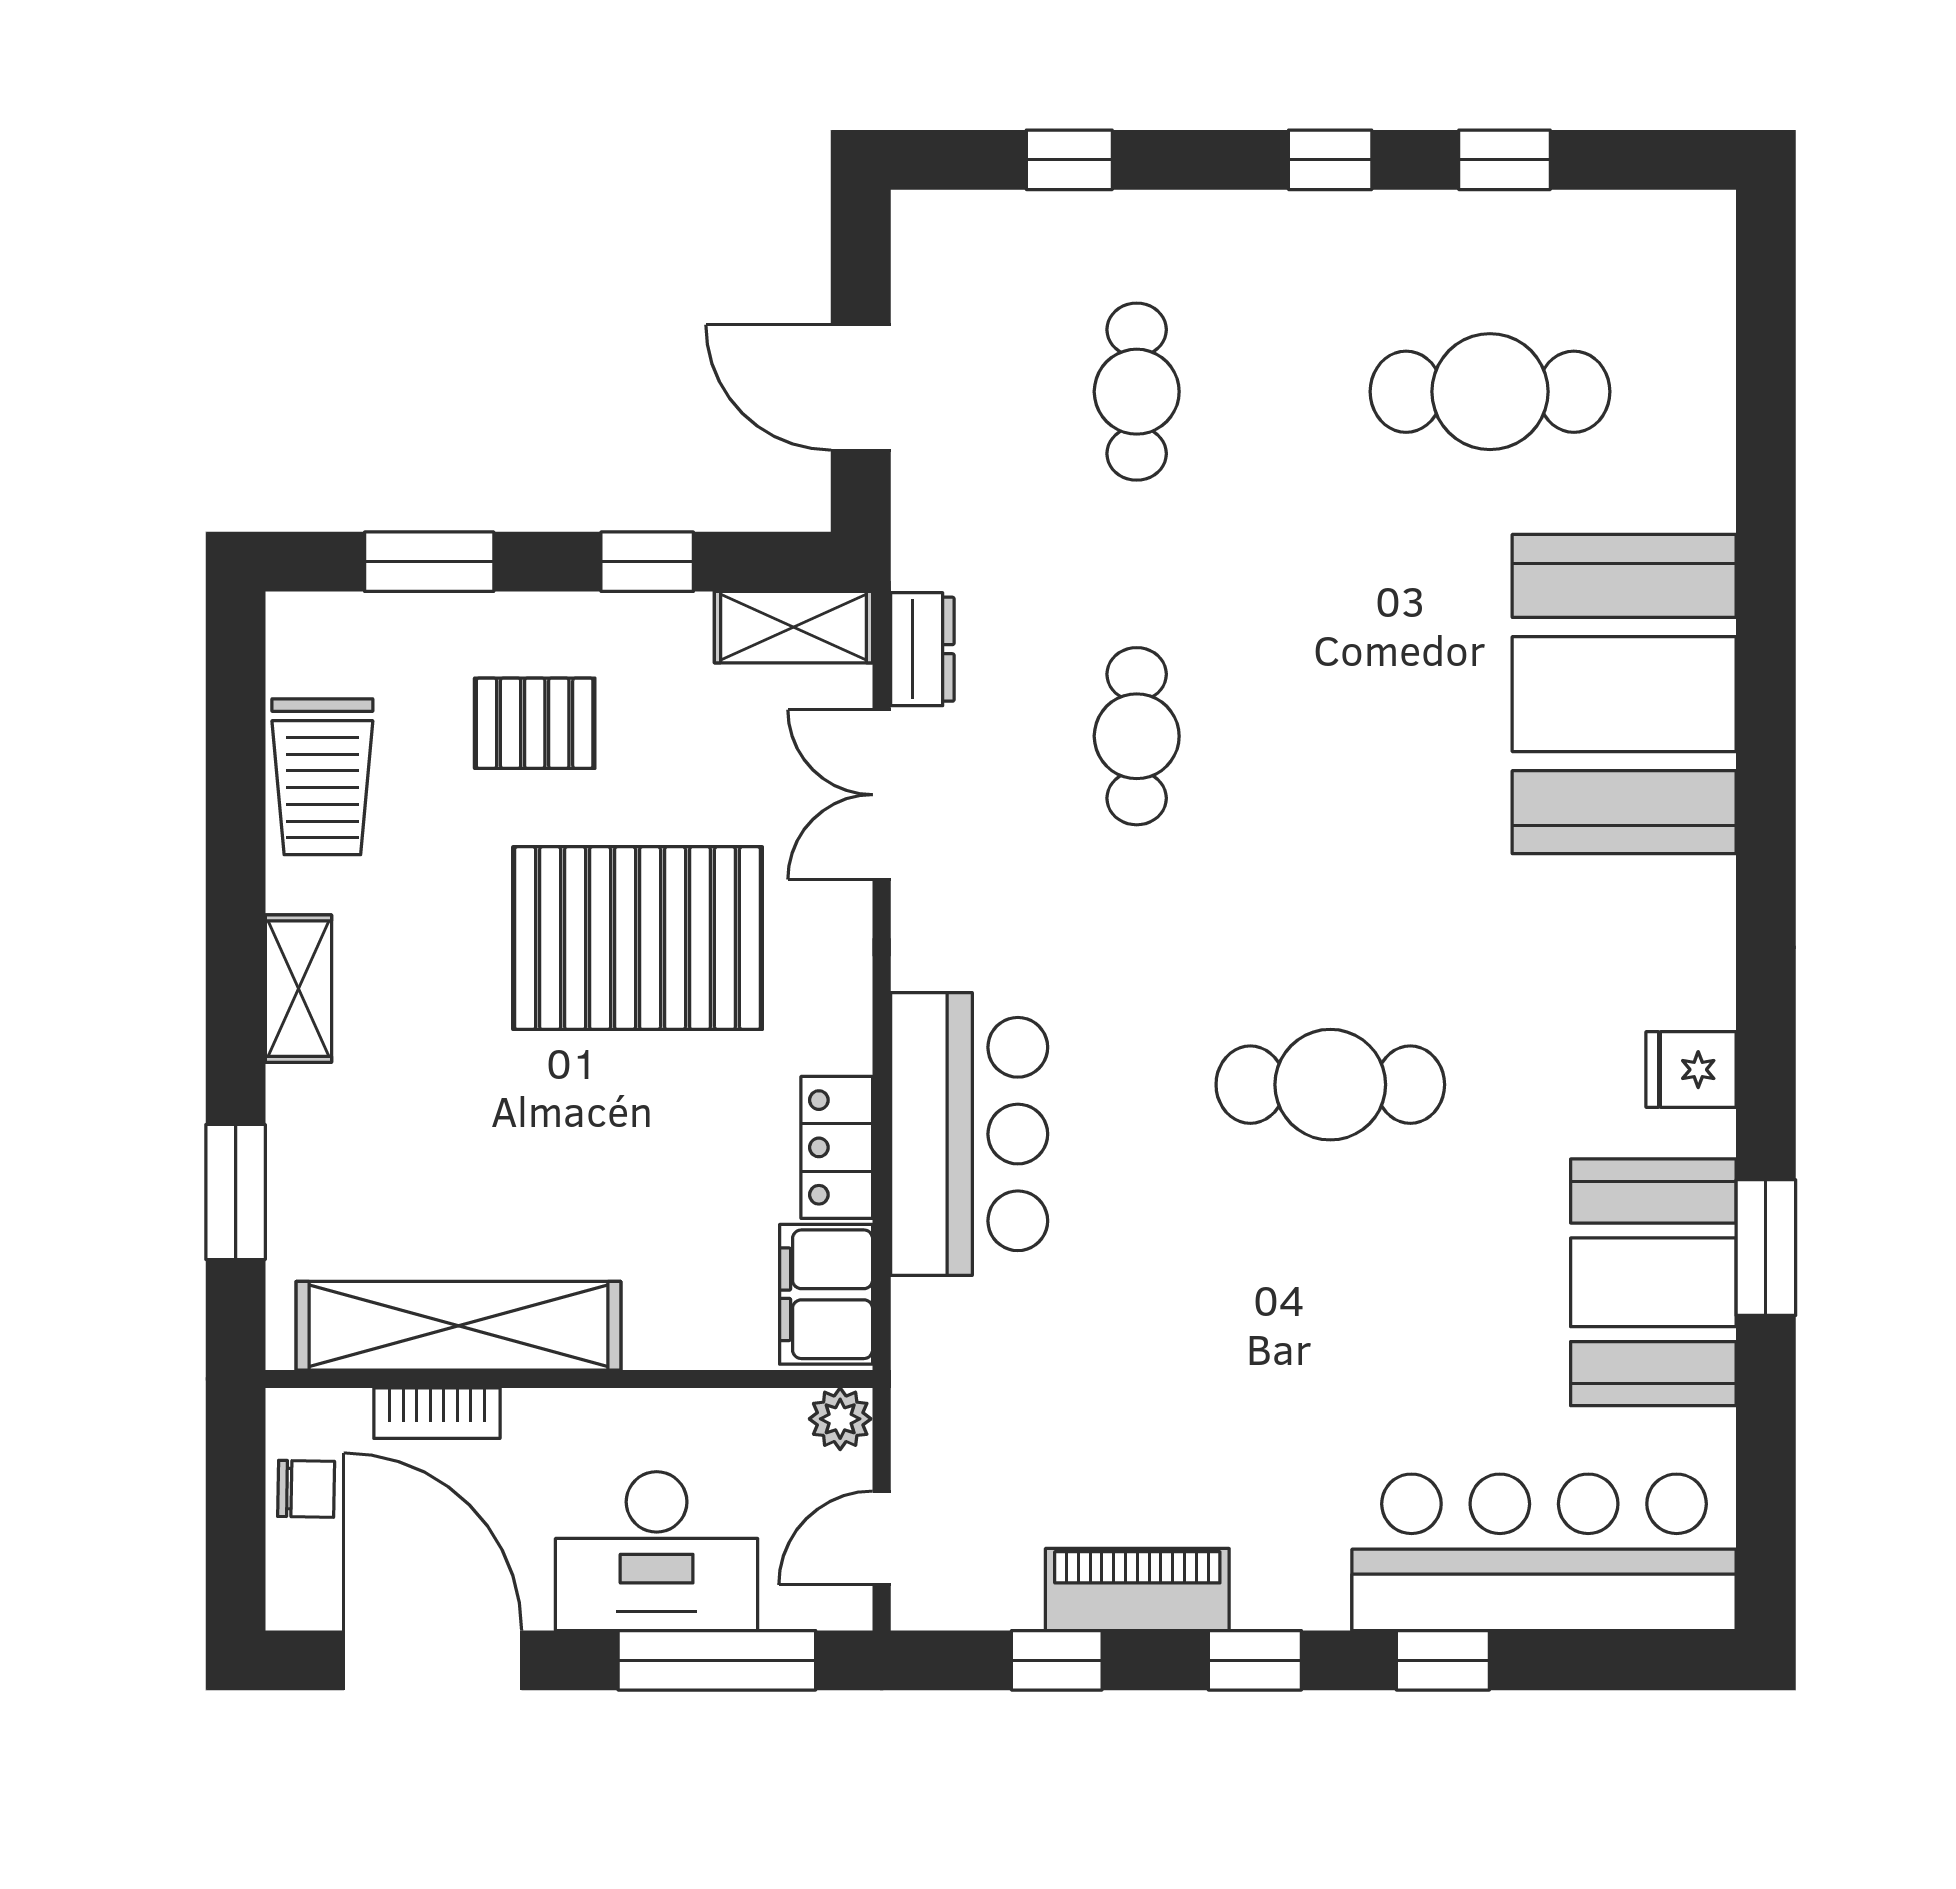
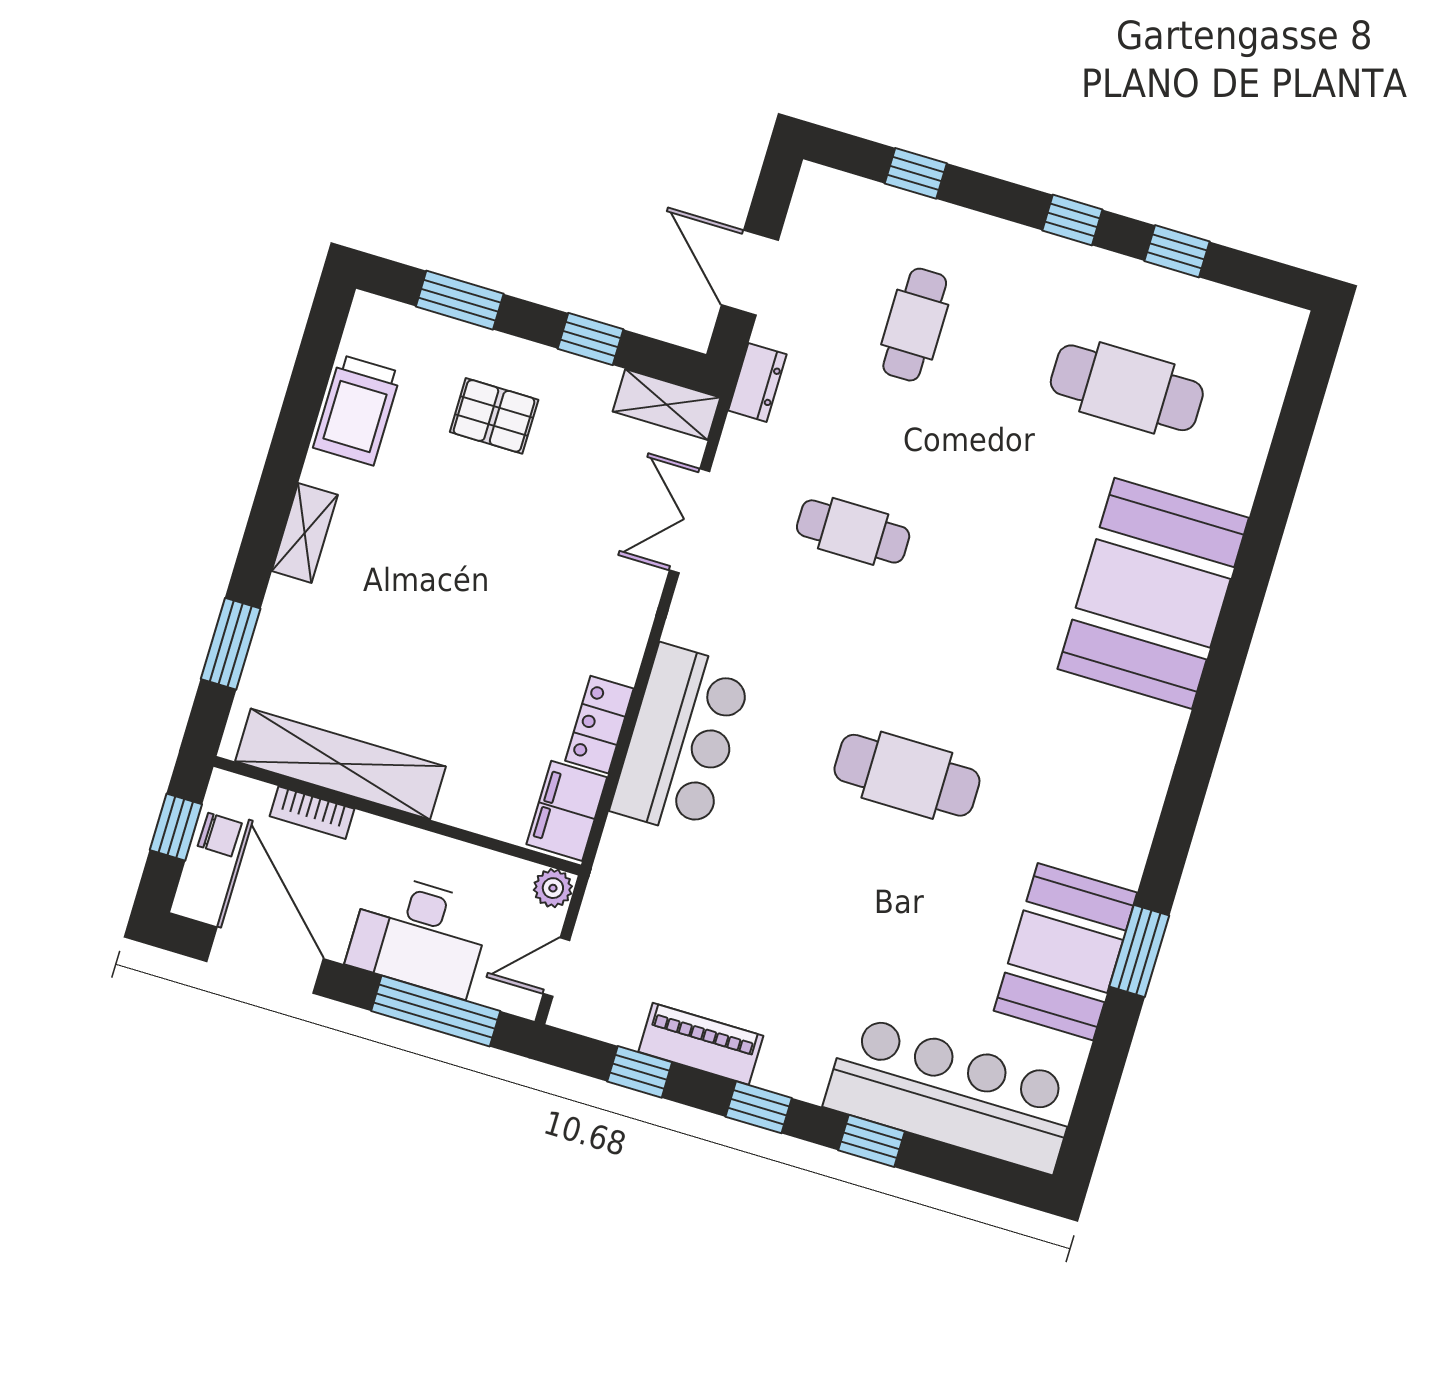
dresser: (922, 649) -> (757, 382), moved
cafe table: (1137, 736) -> (853, 531), turned 90
pallet: (638, 938) -> (517, 563), removed
fridge: (1691, 1070) -> (1126, 831), removed
window: (236, 1497) -> (176, 827), added

